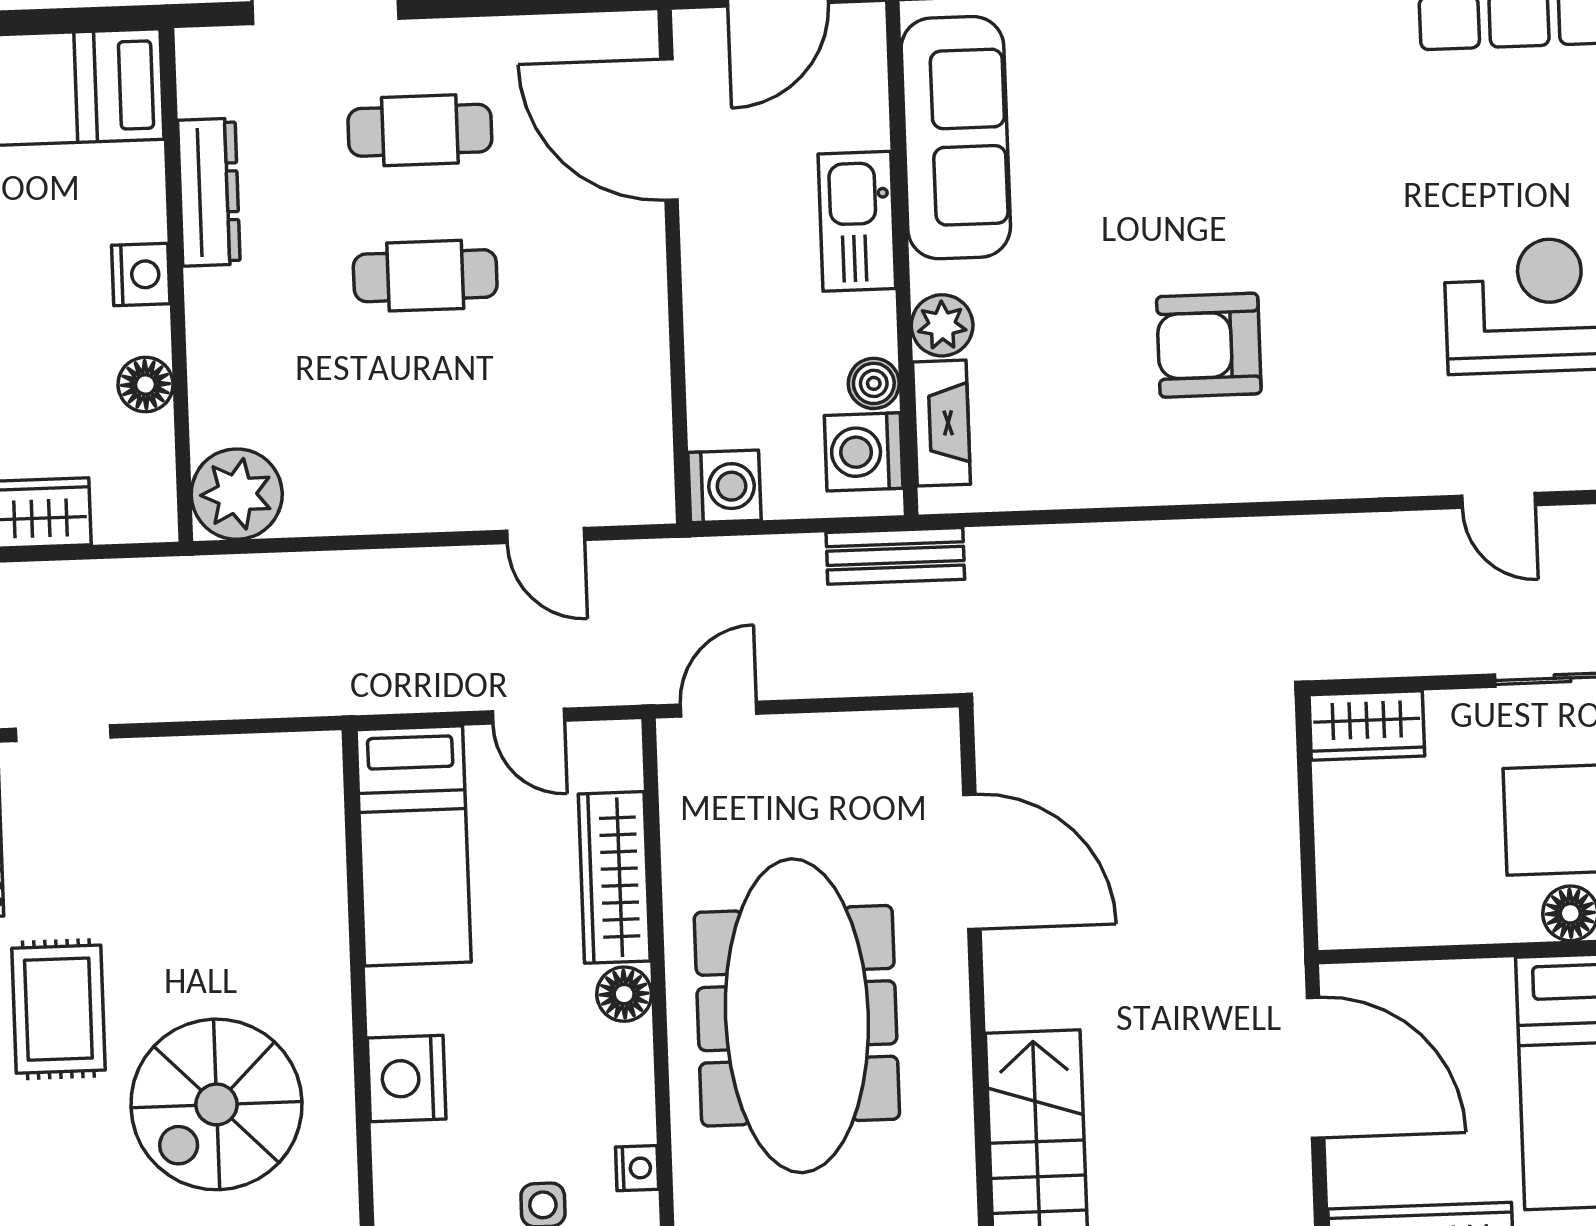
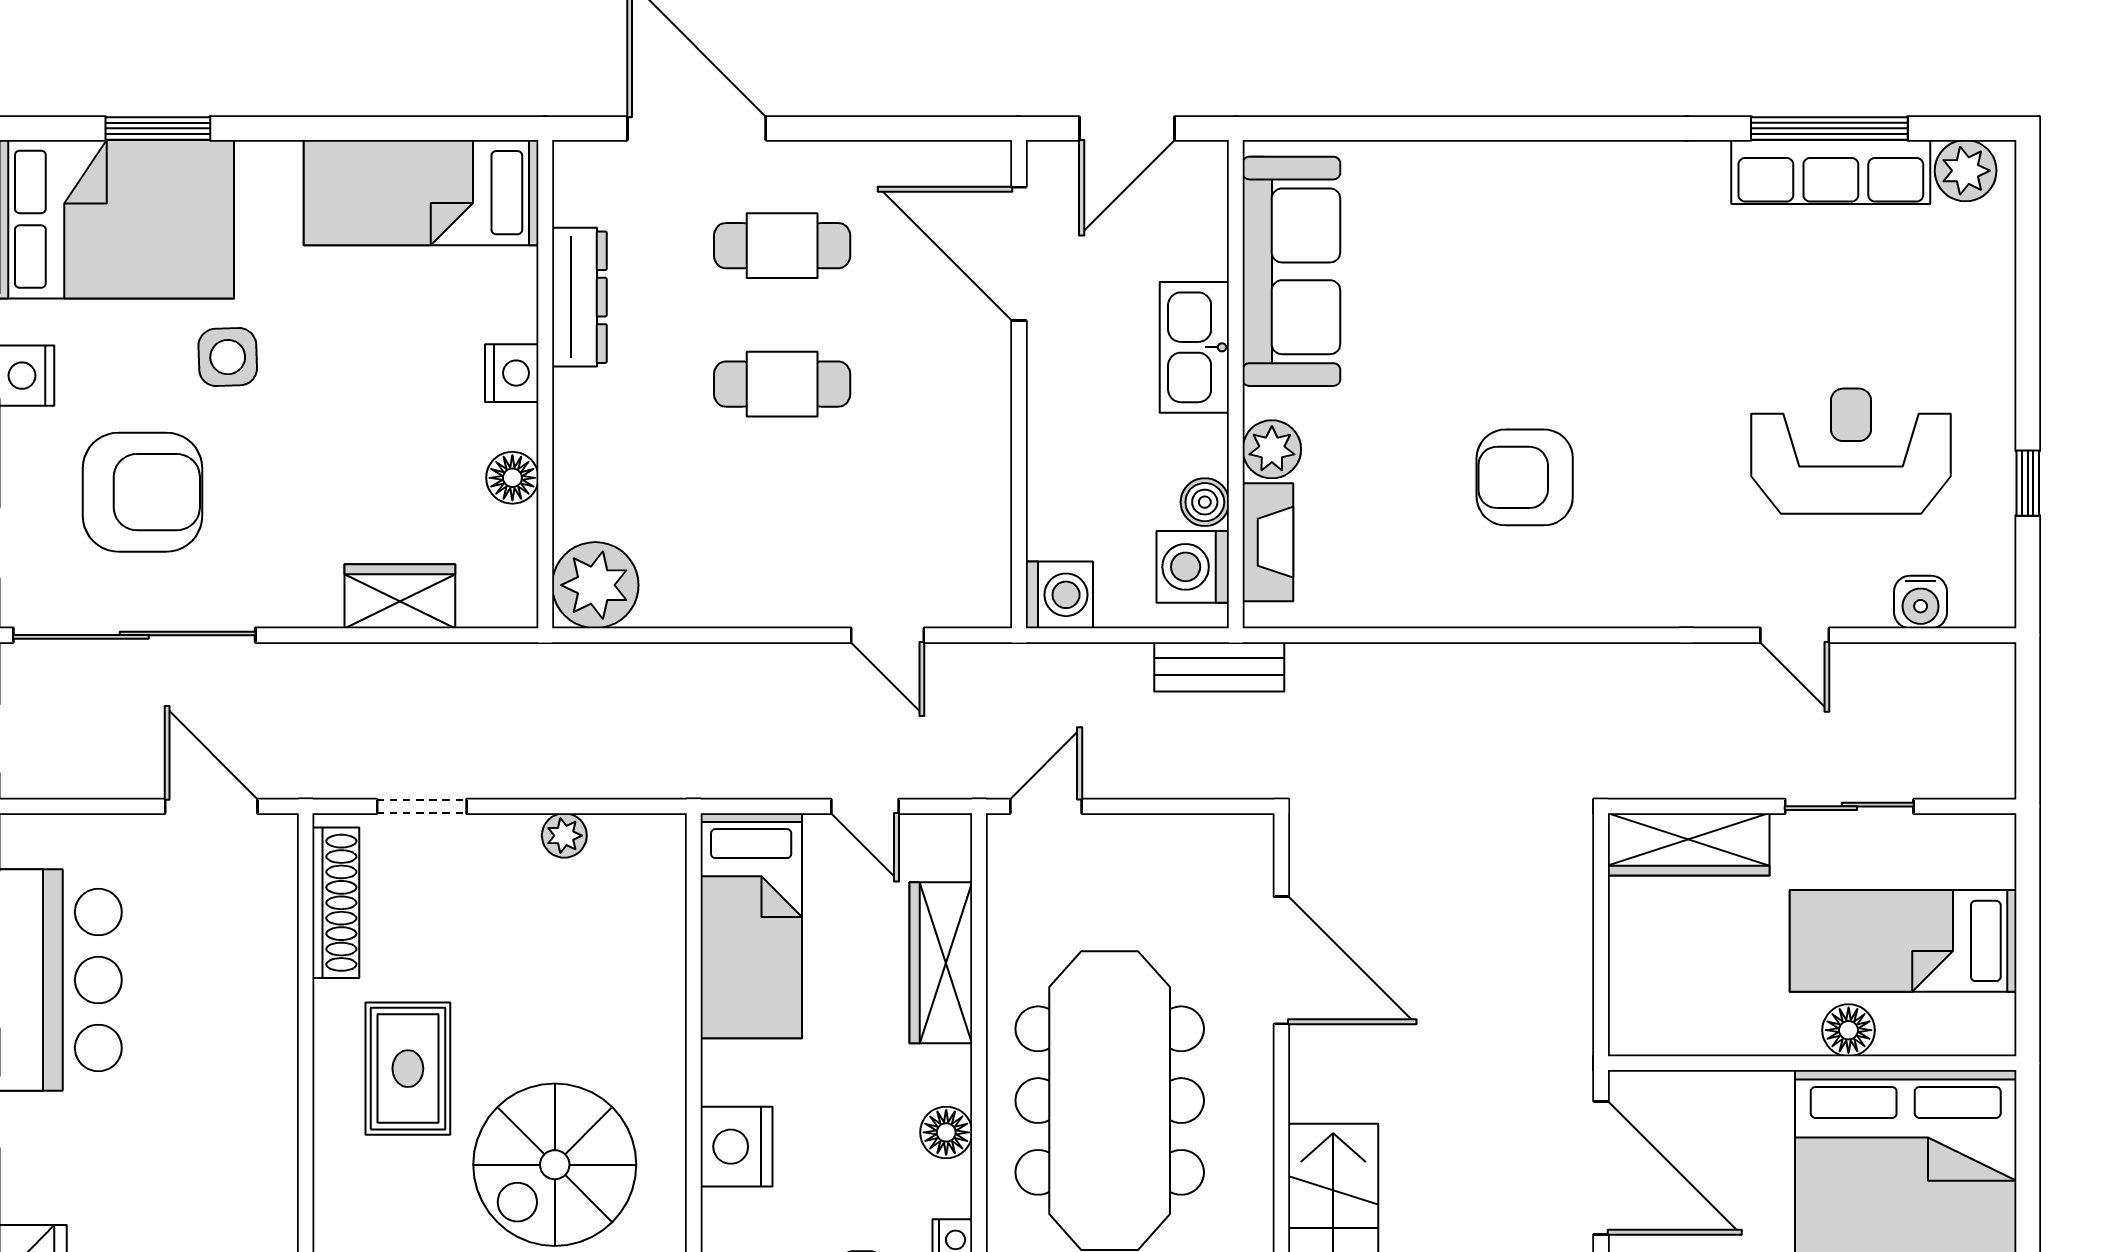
wardrobe: (1367, 725) -> (1689, 844), width x1.50
plant: (214, 758) -> (564, 836), added
floor lamp: (624, 994) -> (946, 1132), moved

